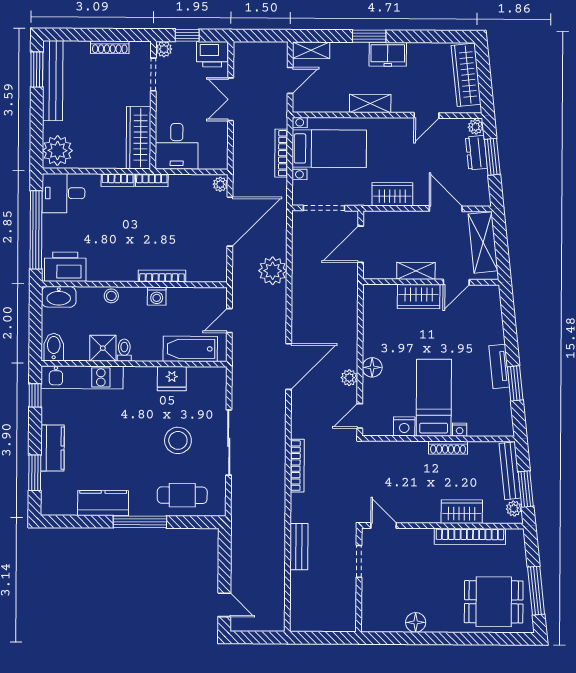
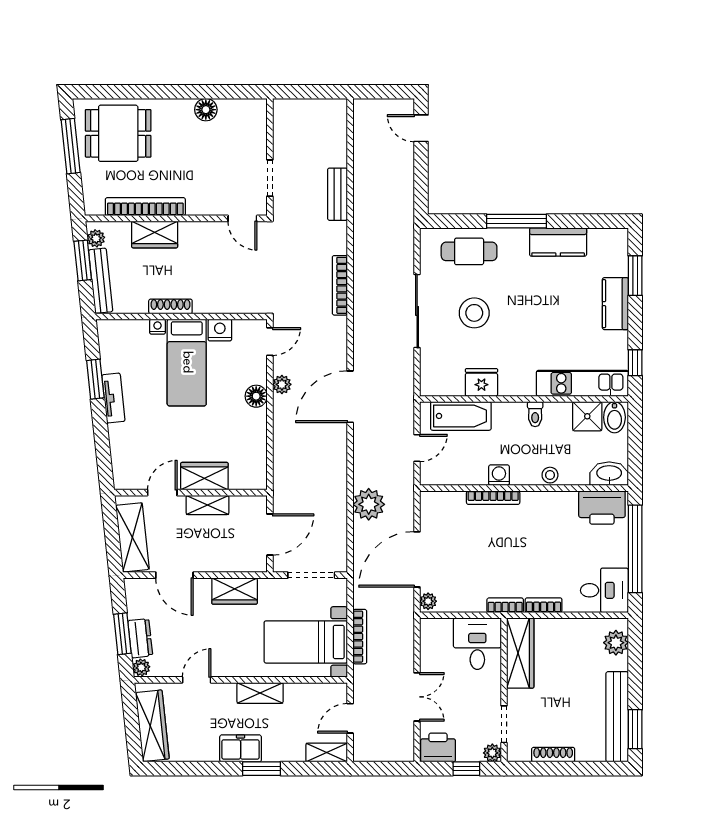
plant: (58, 151) -> (616, 643), width x0.73, depth x0.73
shower: (103, 348) -> (587, 416), moved

